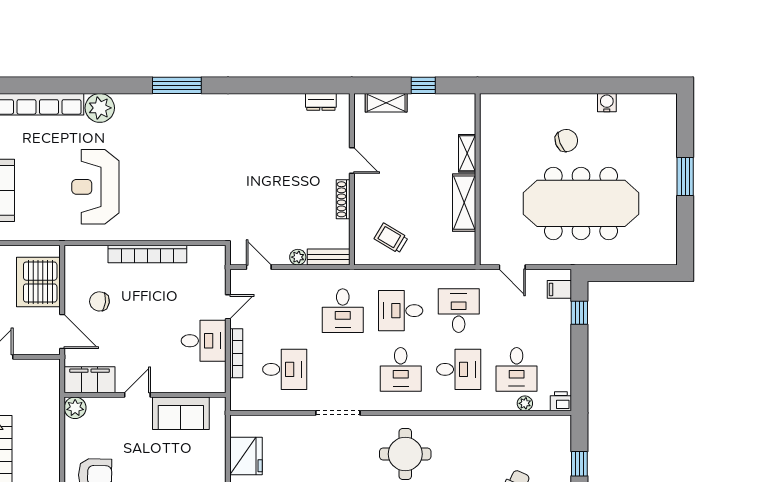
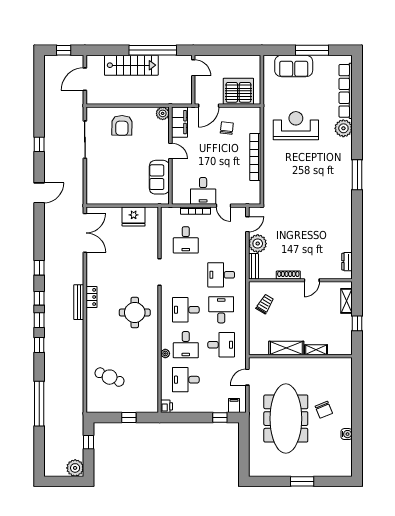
plant: (298, 257) -> (258, 244), width x1.88, depth x1.88
plant: (525, 403) -> (165, 353), moved

